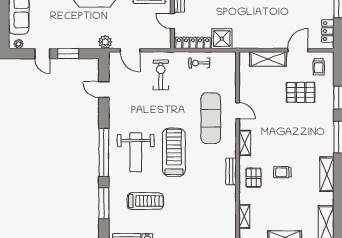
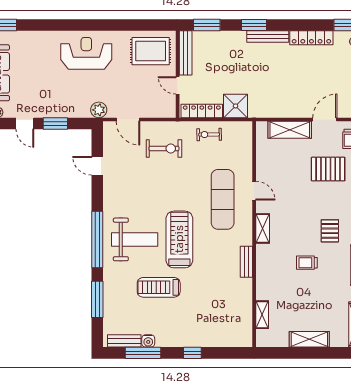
exercise bike: (161, 75) -> (164, 149), turned 90
weight bench: (136, 152) -> (135, 239), turned -90
pallet: (254, 178) -> (330, 231), moved
treadmill: (145, 201) -> (159, 287), moved, turned 180

